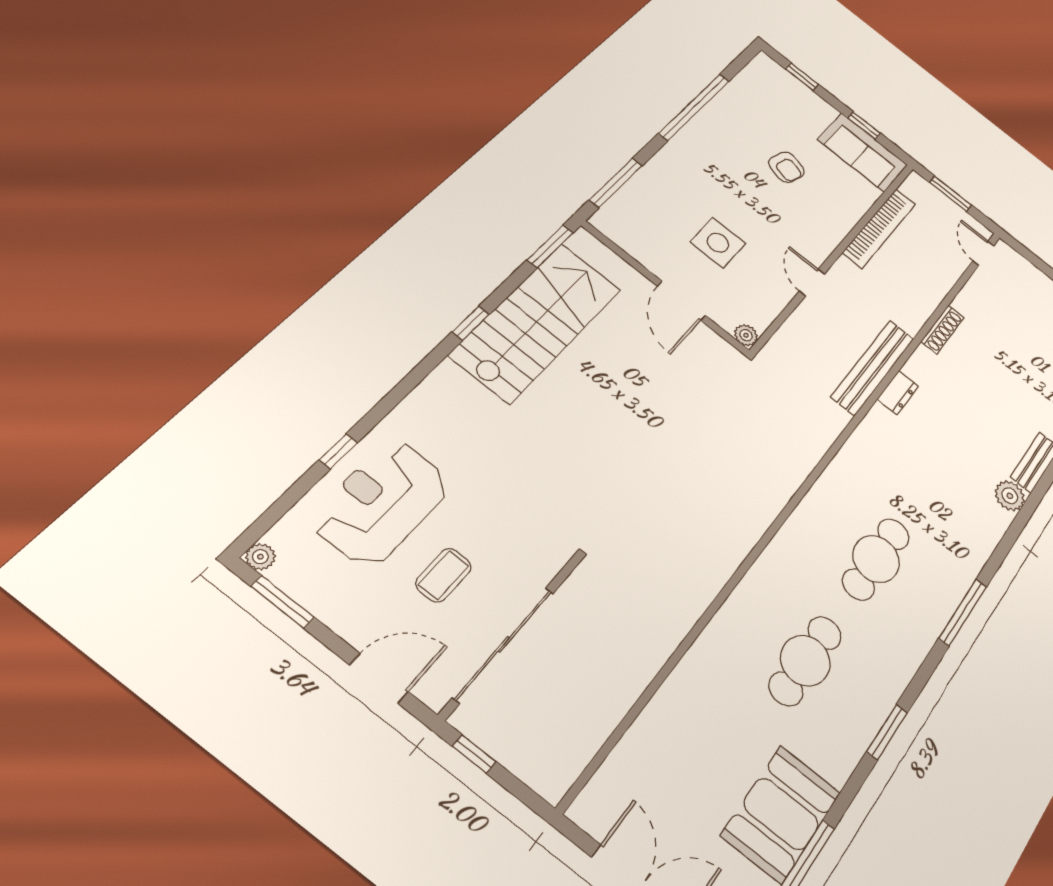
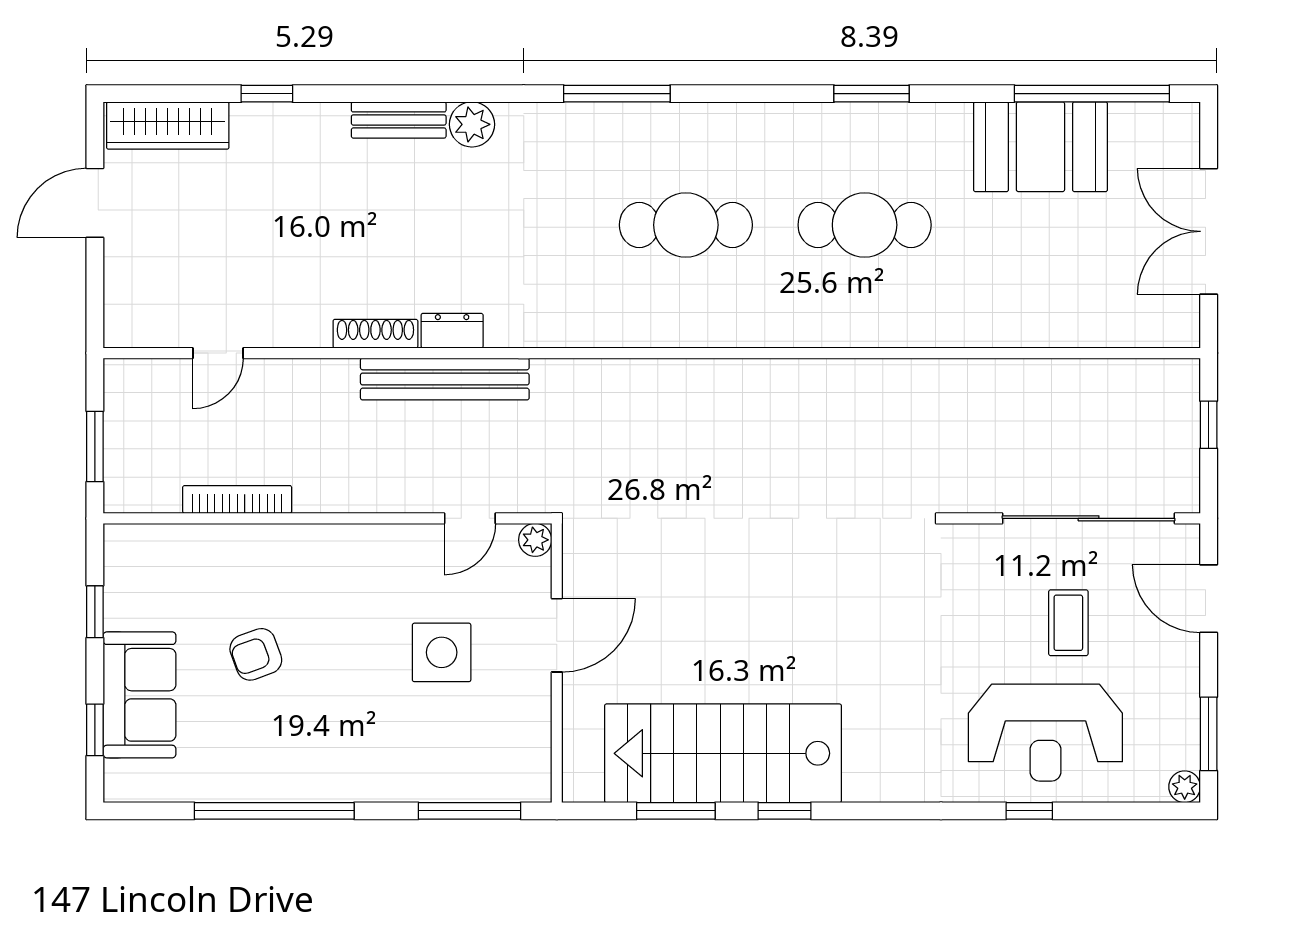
sofa: (863, 152) -> (139, 695), moved
armchair: (786, 167) -> (256, 654), turned -126
bookcase: (879, 228) -> (237, 499), width x0.68, depth x0.76
window: (550, 246) -> (676, 811), moved
door: (983, 253) -> (218, 353), moved
door: (812, 283) -> (470, 518), moved
shoe rack: (943, 330) -> (375, 334), moved
coffee table: (443, 575) -> (1068, 623), turned 90
window: (963, 612) -> (617, 94), moved
window: (474, 754) -> (1209, 425), moved

